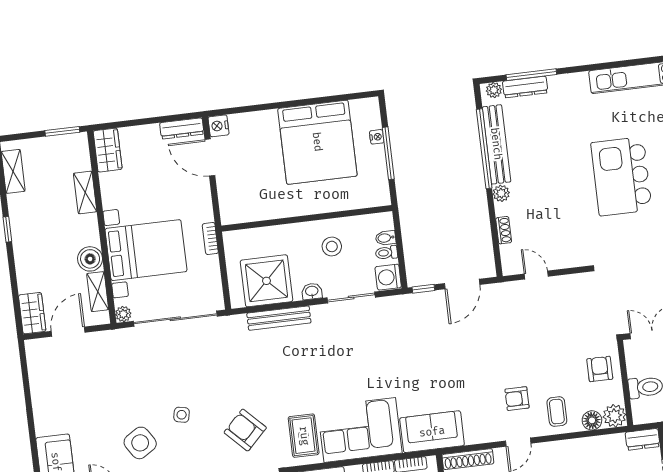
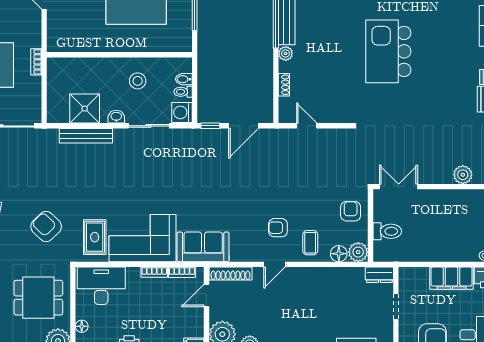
shower: (266, 281) -> (85, 109), width x0.73, depth x0.73

